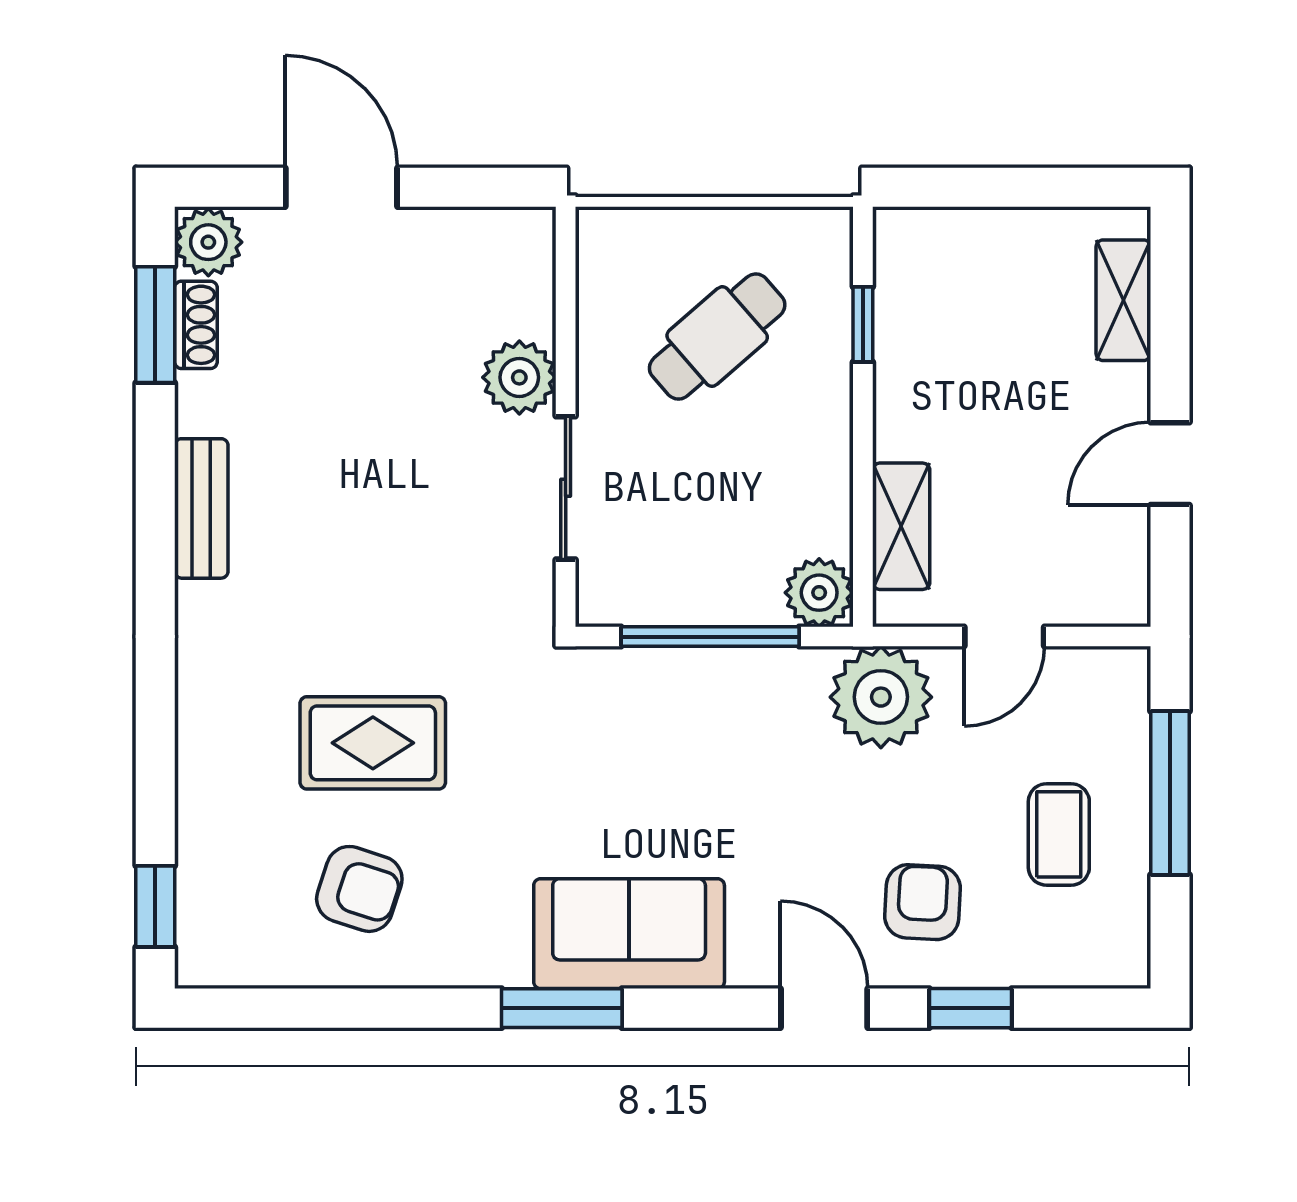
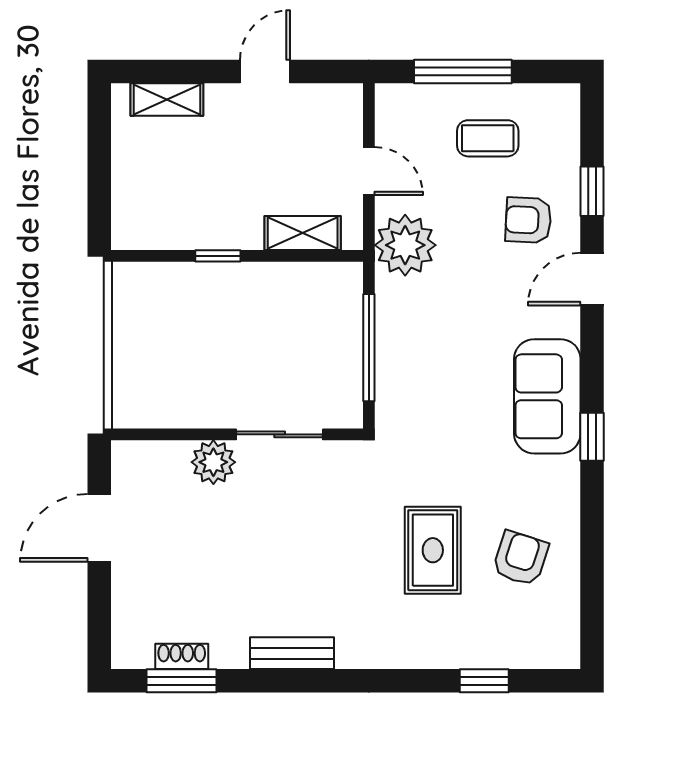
door: (341, 187) -> (99, 528), moved
plant: (208, 242) -> (132, 649), removed
window: (863, 324) -> (218, 256), moved
cafe table: (717, 337) -> (189, 343), removed
door: (1170, 464) -> (265, 72), swing flipped
plant: (819, 593) -> (343, 282), removed
window: (155, 906) -> (484, 681), moved
window: (562, 1008) -> (592, 437), width x0.67

